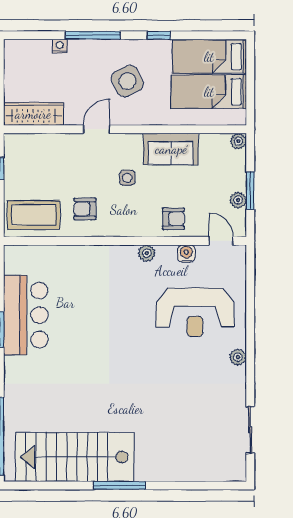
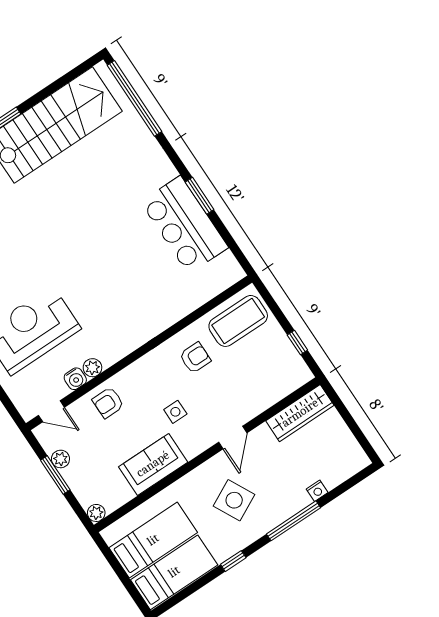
plant: (147, 253) -> (92, 368), moved

